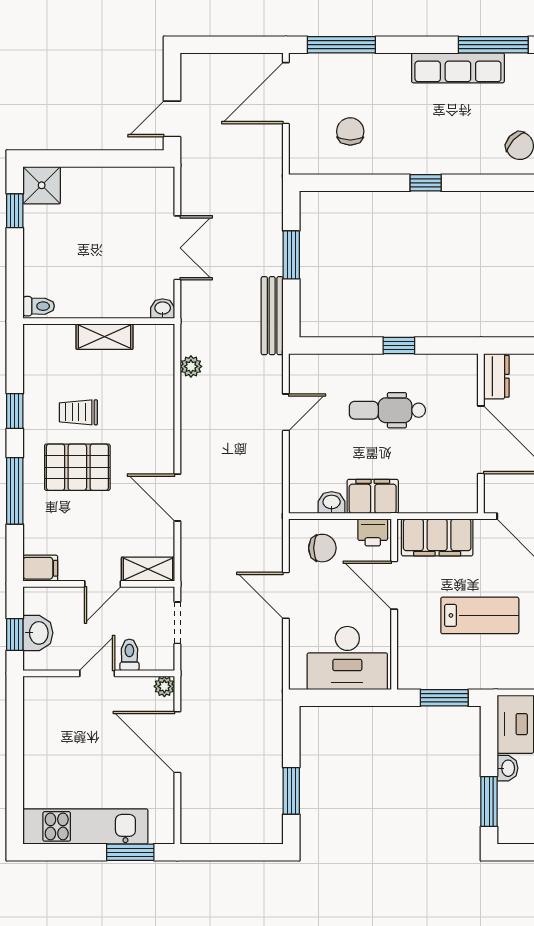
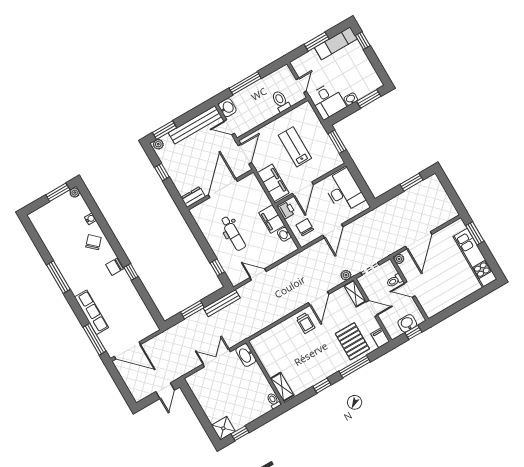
row of seats: (458, 68) -> (92, 312), moved
door: (172, 119) -> (165, 391), hinge flipped
chair: (350, 131) -> (115, 267), moved
washbasin: (163, 309) -> (246, 355), width x1.91, depth x1.45
shelving: (104, 337) -> (282, 387), moved
window: (399, 345) -> (217, 267), moved
plant: (191, 366) -> (346, 275), moved
trolley: (78, 412) -> (306, 323), moved
pallet: (77, 467) -> (352, 341), moved

